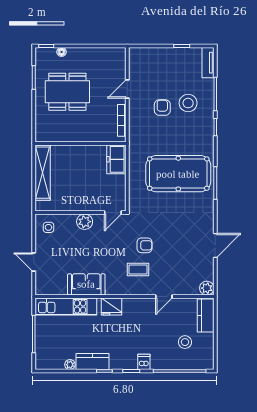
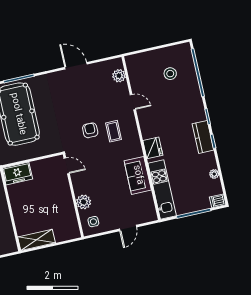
shelving: (43, 173) -> (37, 240), width x0.68
plant: (85, 222) -> (84, 202), moved
plant: (207, 288) -> (119, 76), moved
kitchen counter: (206, 316) -> (142, 60), removed
kitchen counter: (93, 361) -> (203, 137), moved
dishwasher: (144, 362) -> (218, 201), moved

